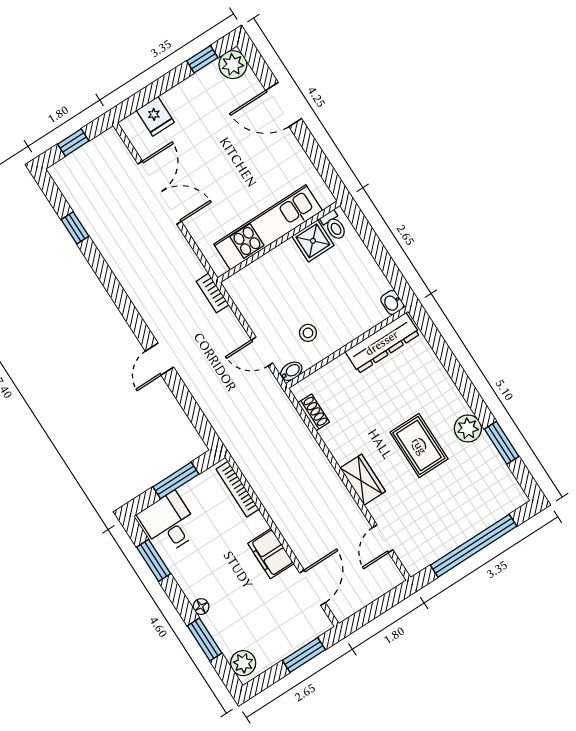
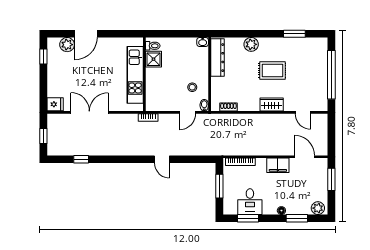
plant: (233, 65) -> (67, 45), moved
fridge: (155, 116) -> (55, 104), moved
plant: (468, 428) -> (251, 44), moved
desk: (169, 523) -> (250, 202), moved, turned -90

